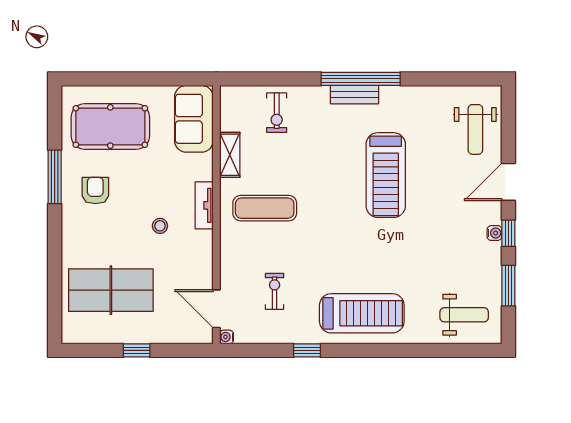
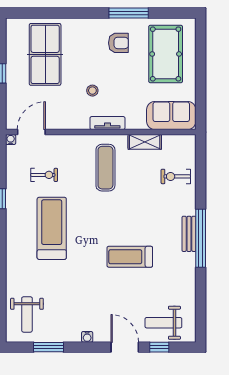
treadmill: (386, 175) -> (130, 257), width x0.73, depth x0.73
window: (508, 233) -> (159, 347), moved
treadmill: (362, 313) -> (52, 228), moved, turned 180

